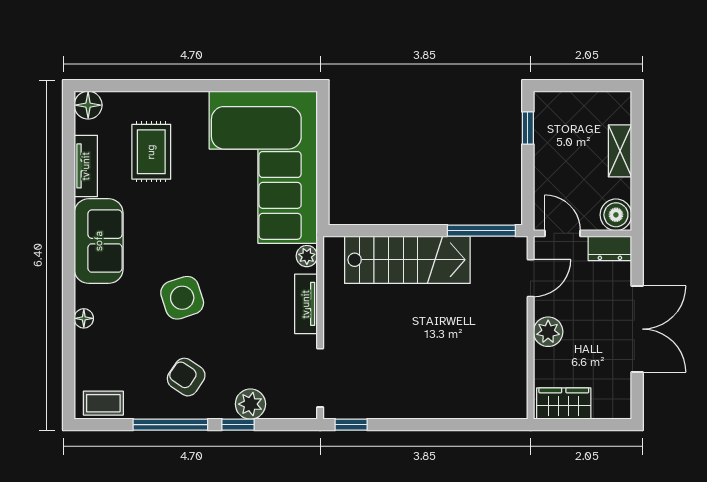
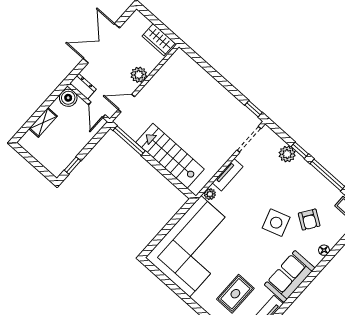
armchair: (186, 377) -> (309, 220), moved

